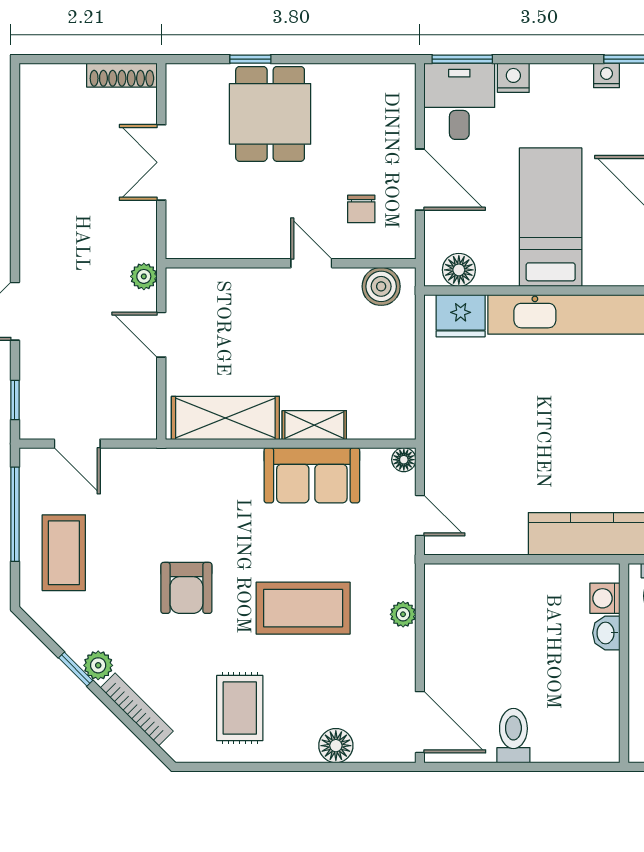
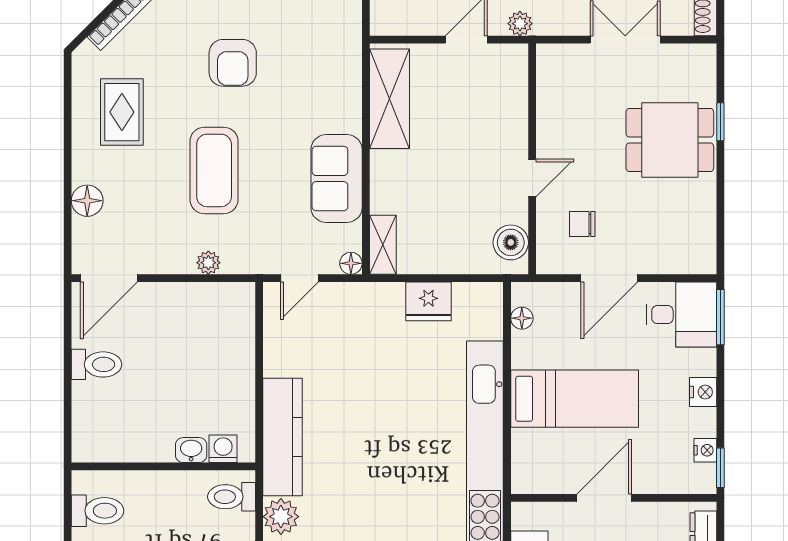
nightstand: (513, 78) -> (703, 392), moved
floor lamp: (459, 270) -> (522, 318), width x0.73, depth x0.73
fridge: (461, 316) -> (428, 301), moved, turned -90
shelving: (314, 425) -> (383, 245), moved
armchair: (186, 588) -> (233, 63), turned -90
rug: (240, 708) -> (122, 112), turned 90

